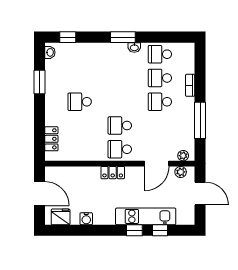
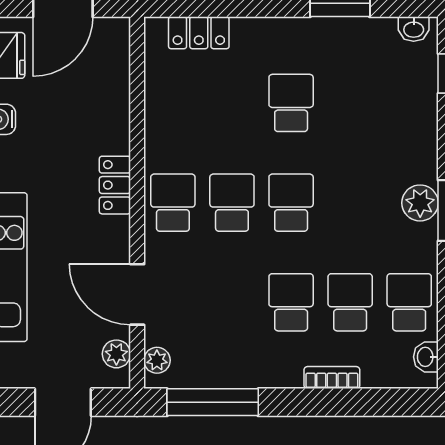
washbasin: (134, 47) -> (426, 357), moved
plant: (120, 50) -> (420, 203), added
school desk: (120, 102) -> (291, 203), added
window: (200, 120) -> (213, 402), moved

